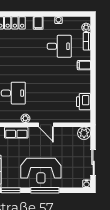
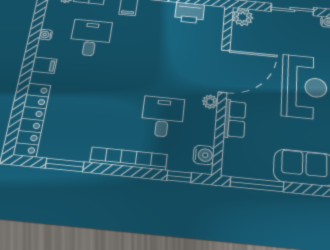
door: (46, 125) -> (224, 71), width x1.87

